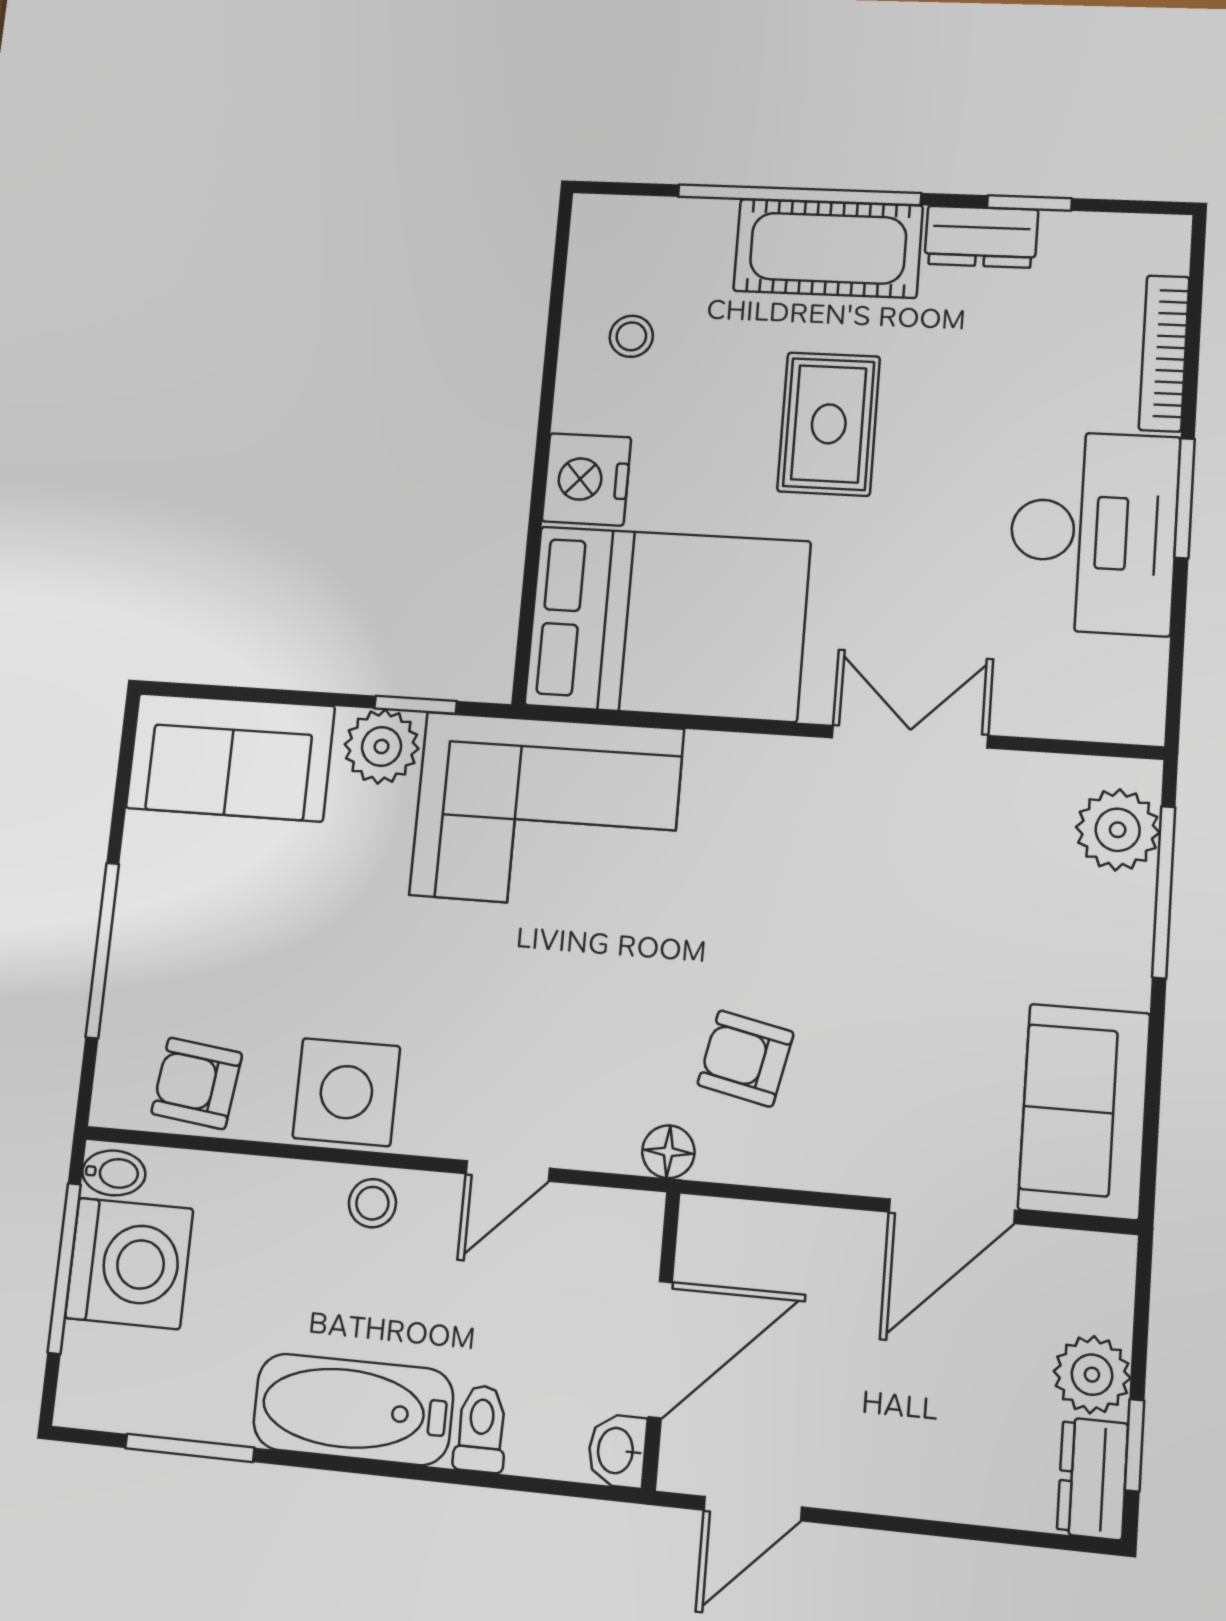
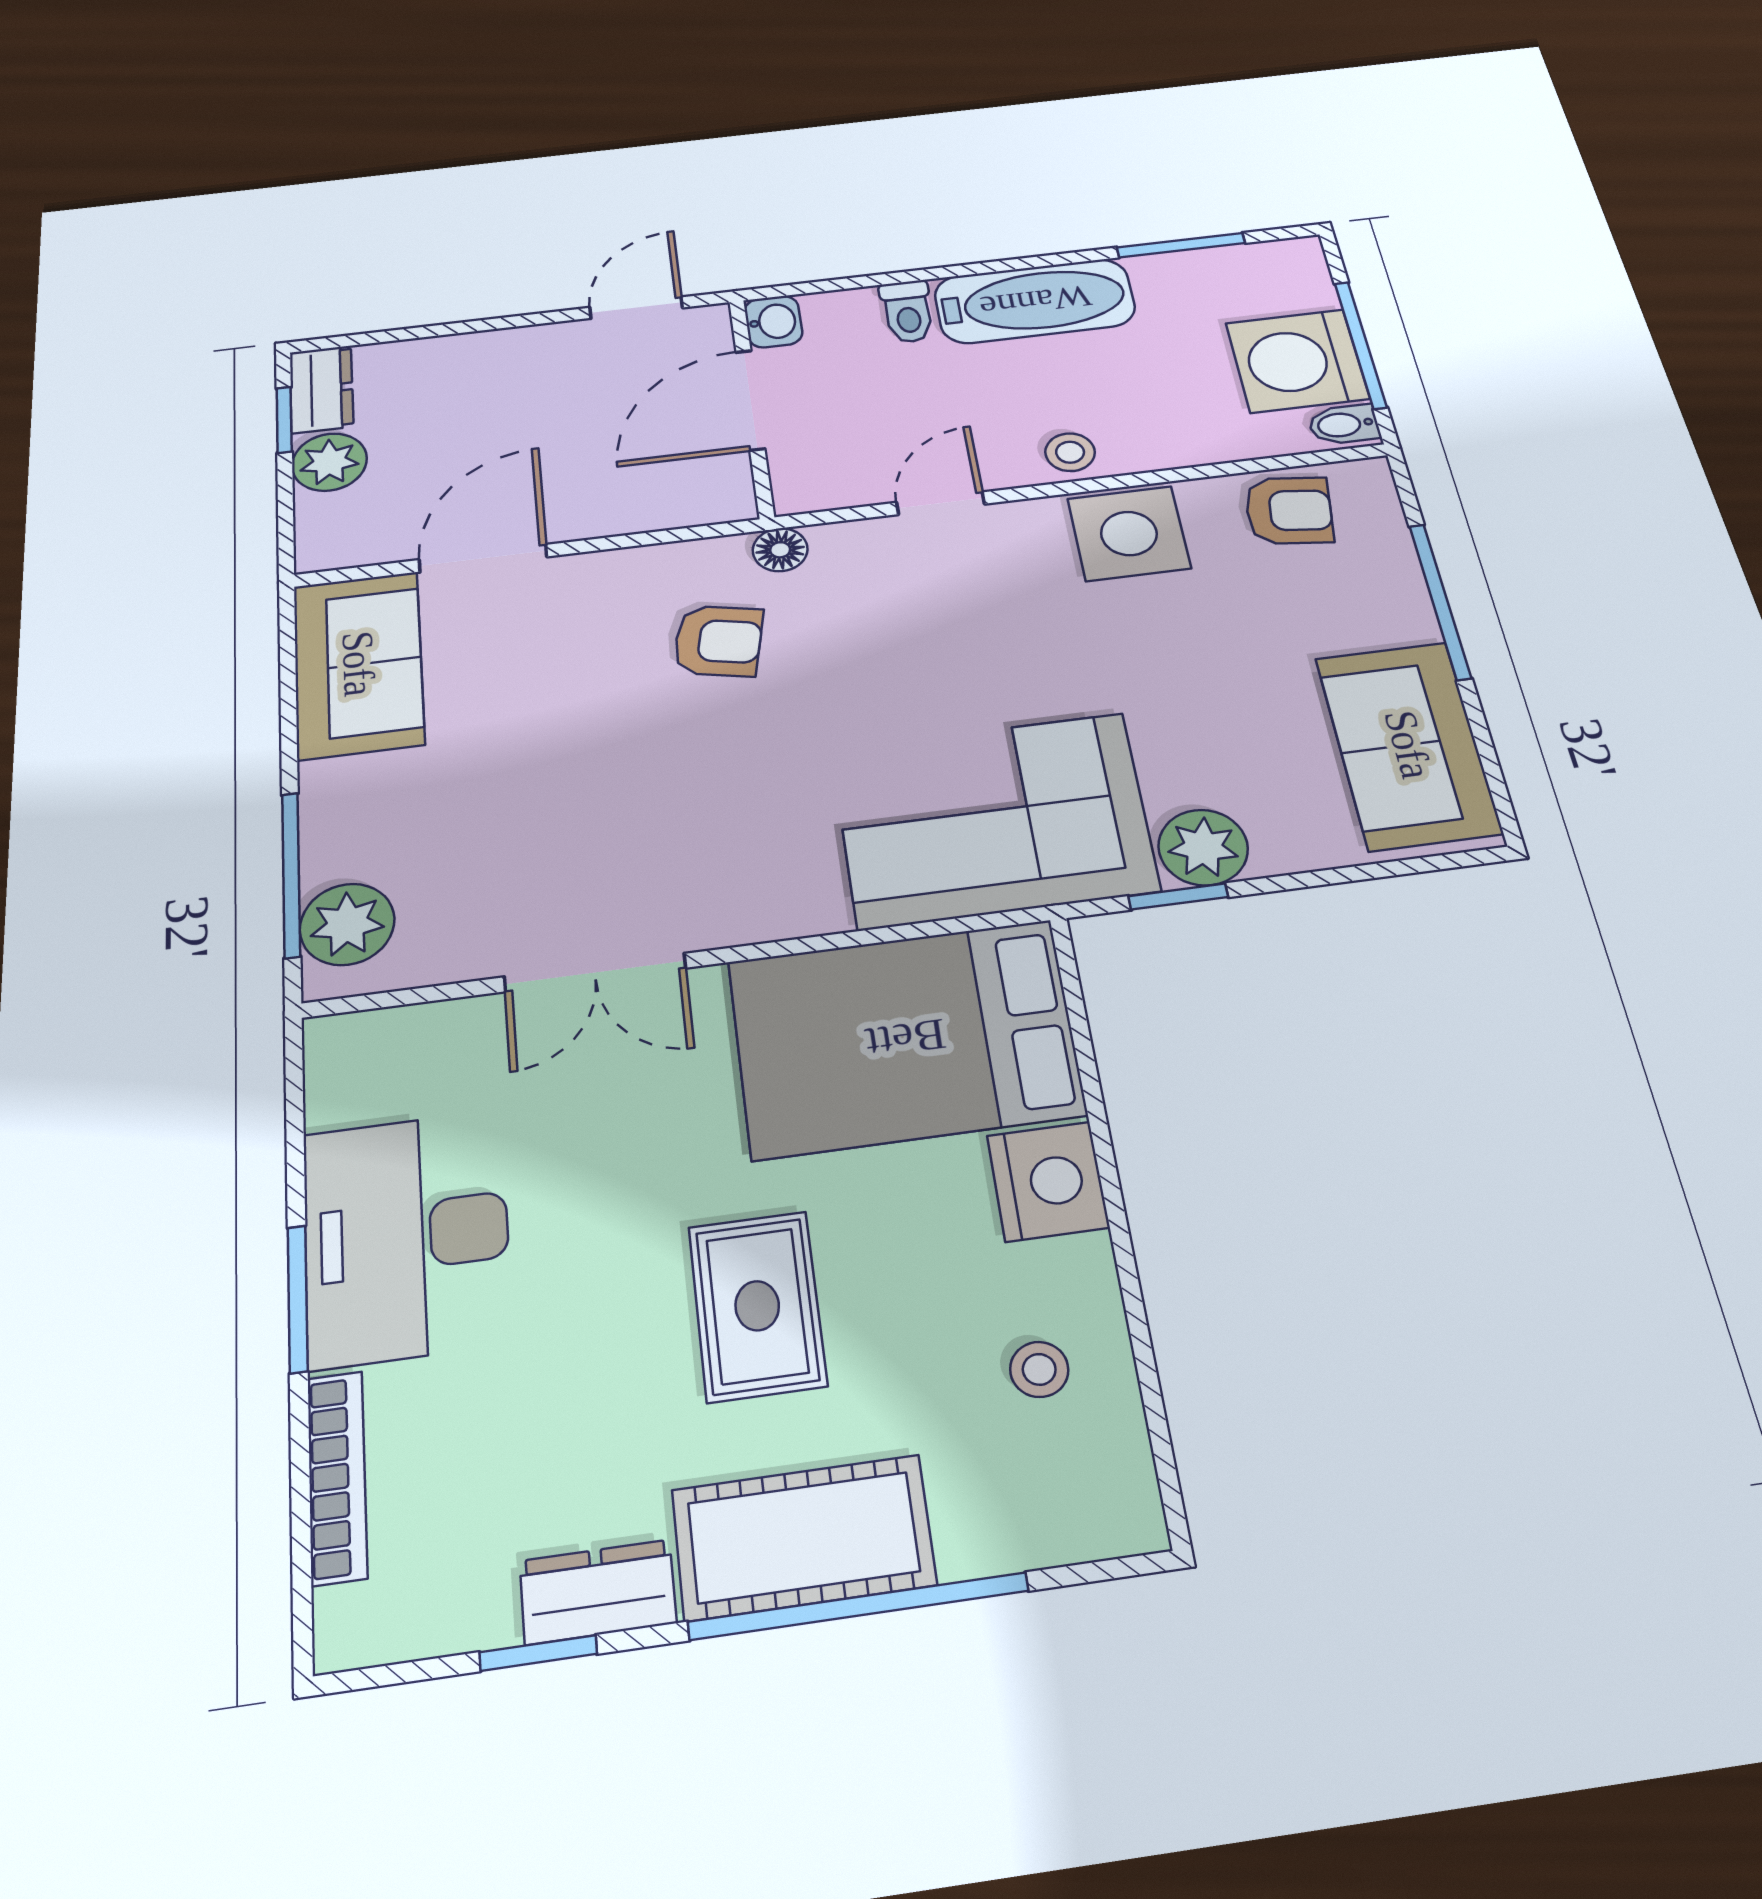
sofa: (230, 757) -> (1408, 745), moved, turned -90

